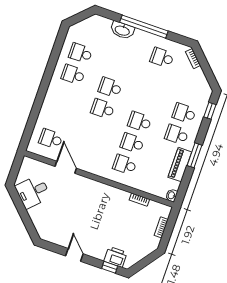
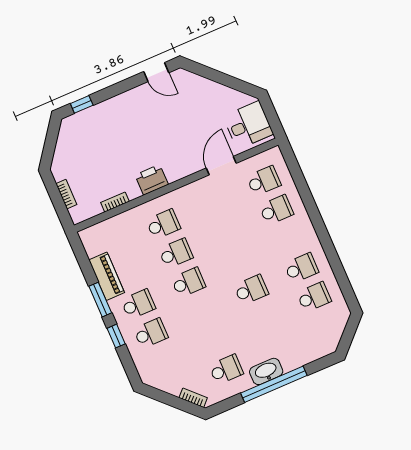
washbasin: (122, 30) -> (266, 371), moved
school desk: (103, 109) -> (276, 210), moved
window: (210, 111) -> (116, 336), moved
door: (66, 167) -> (221, 166), swing flipped
desk: (33, 192) -> (248, 125), moved, turned 45
washbasin: (172, 195) -> (86, 237), removed
door: (74, 255) -> (156, 72), moved
printer: (116, 257) -> (152, 180), moved, turned 180

